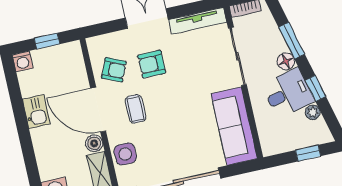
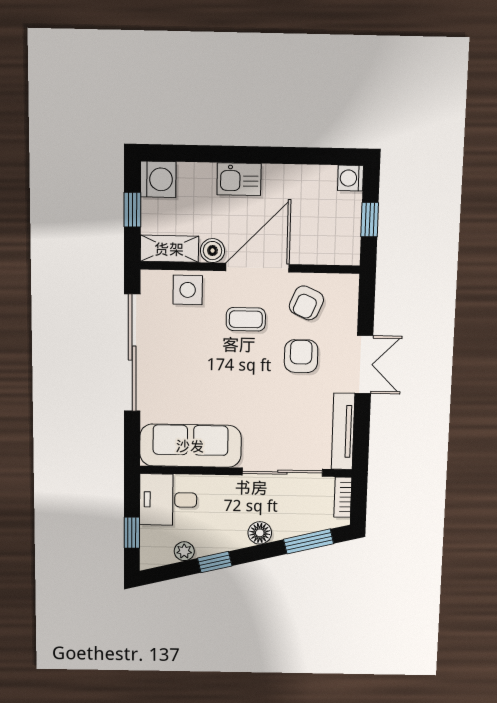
window: (292, 41) -> (309, 541), moved
desk: (288, 93) -> (168, 500), moved, turned 104
kitchen sink: (36, 111) -> (239, 179), moved

